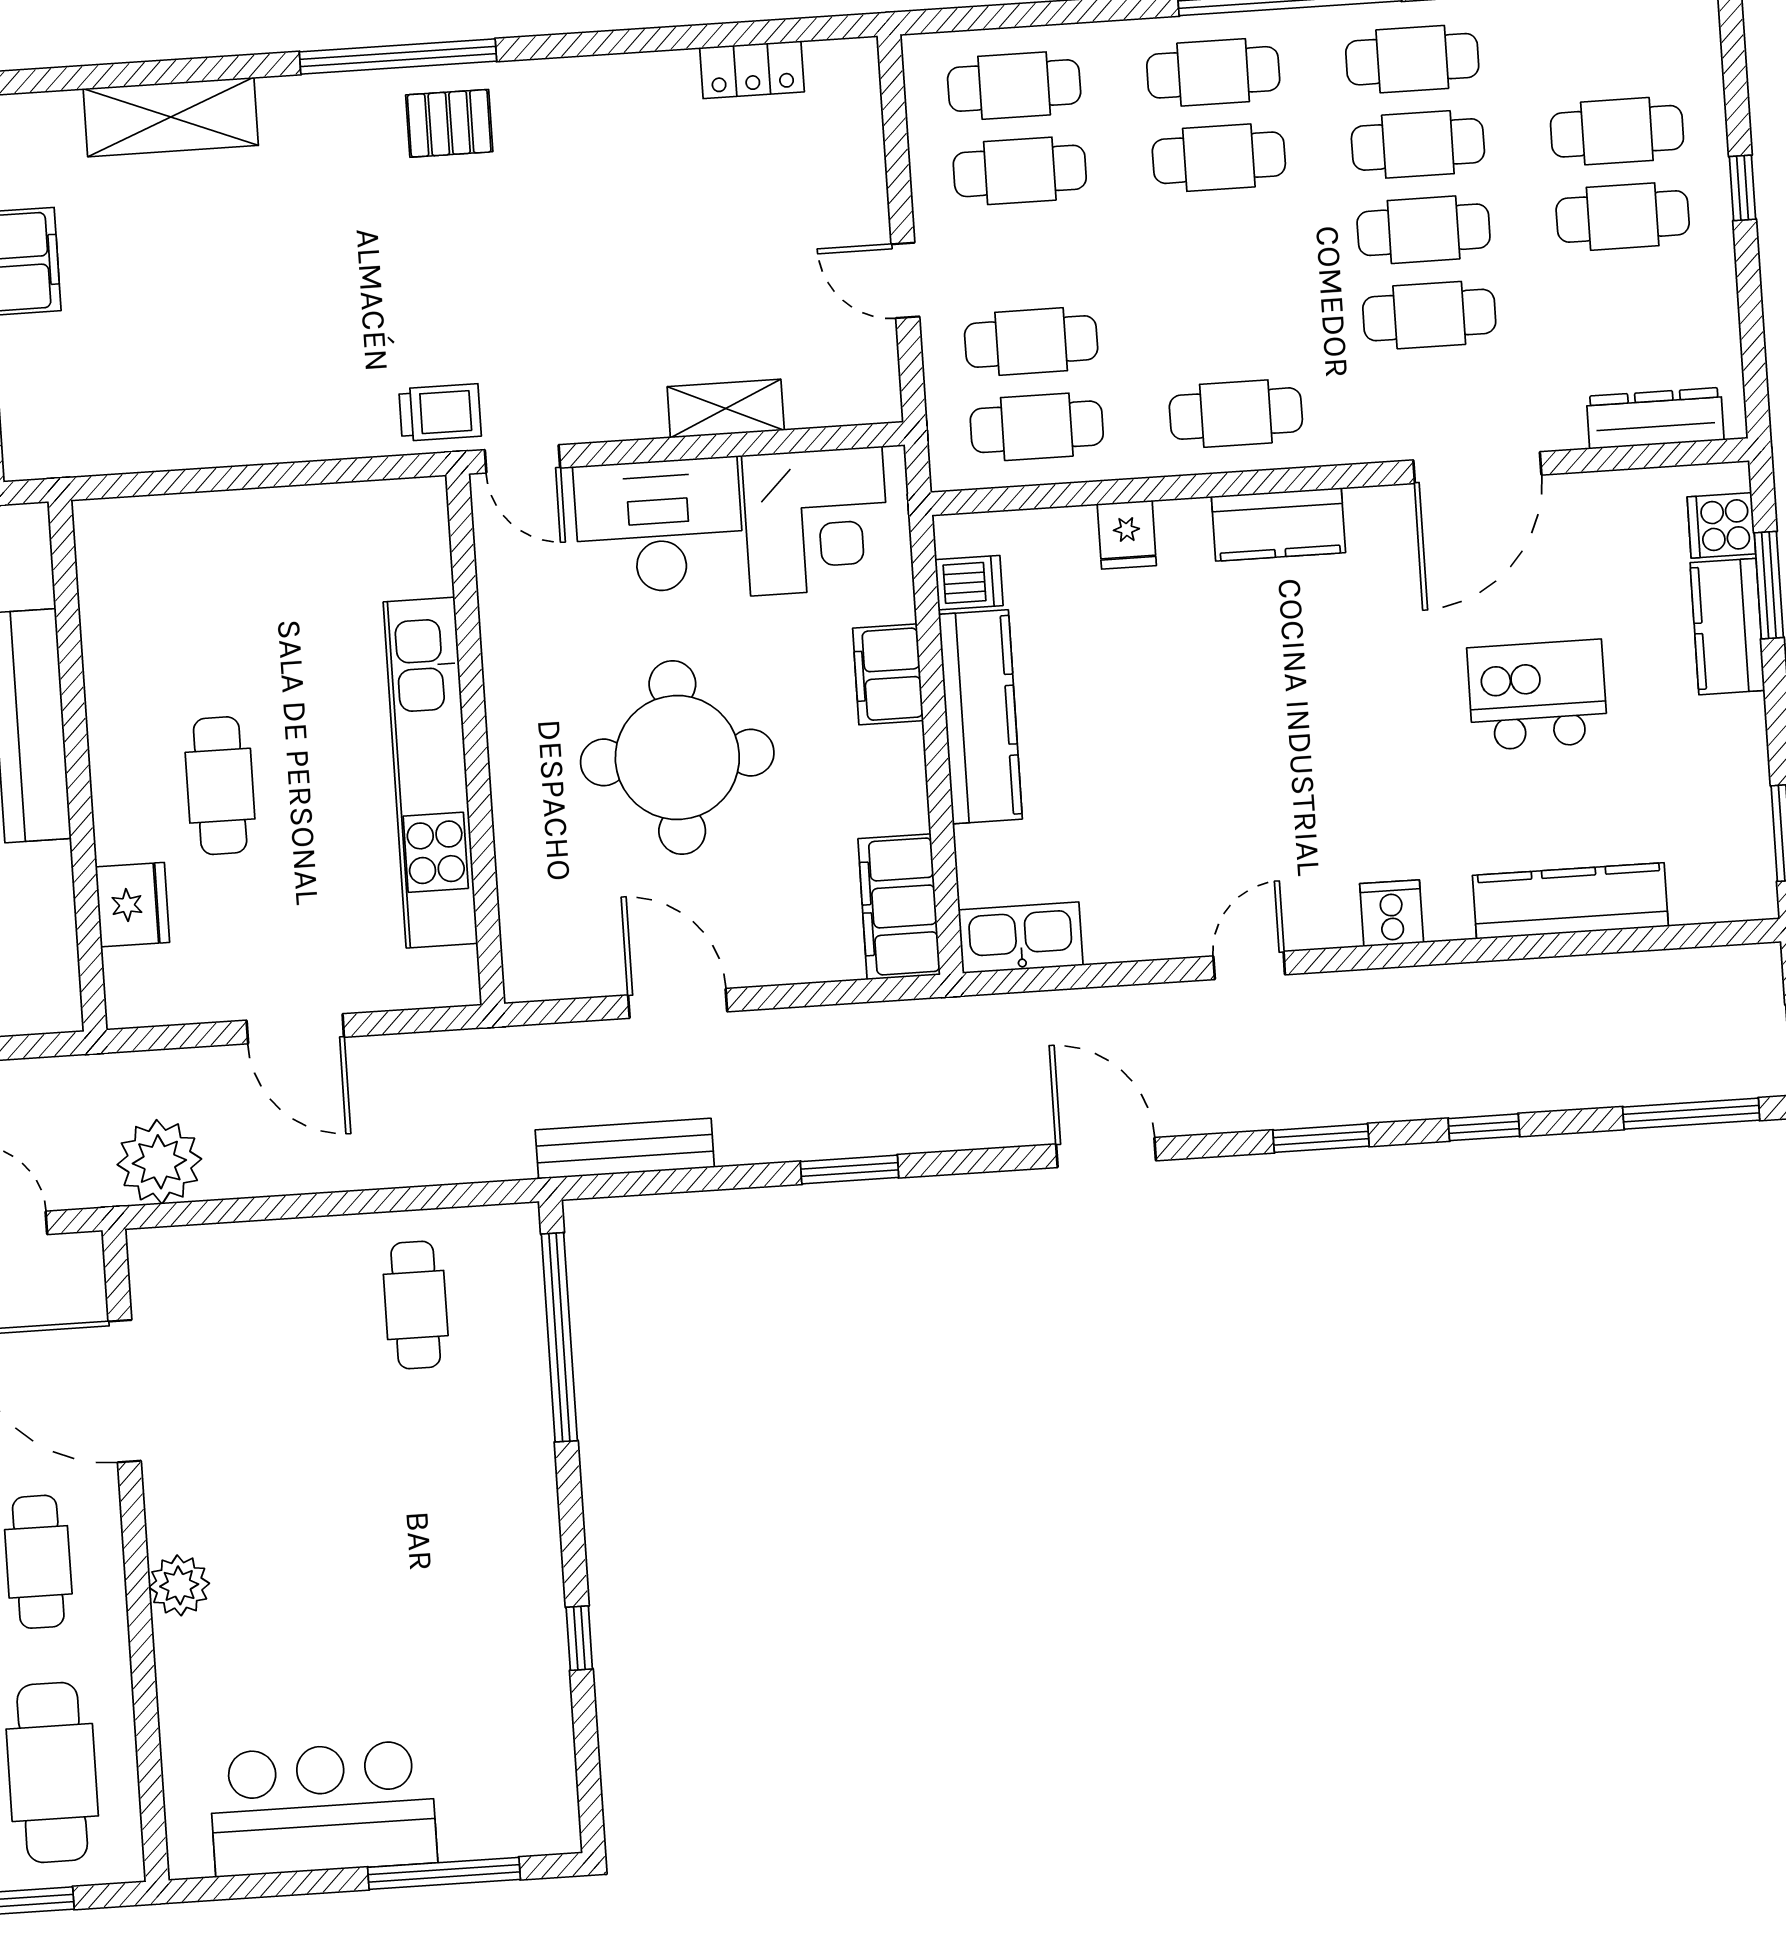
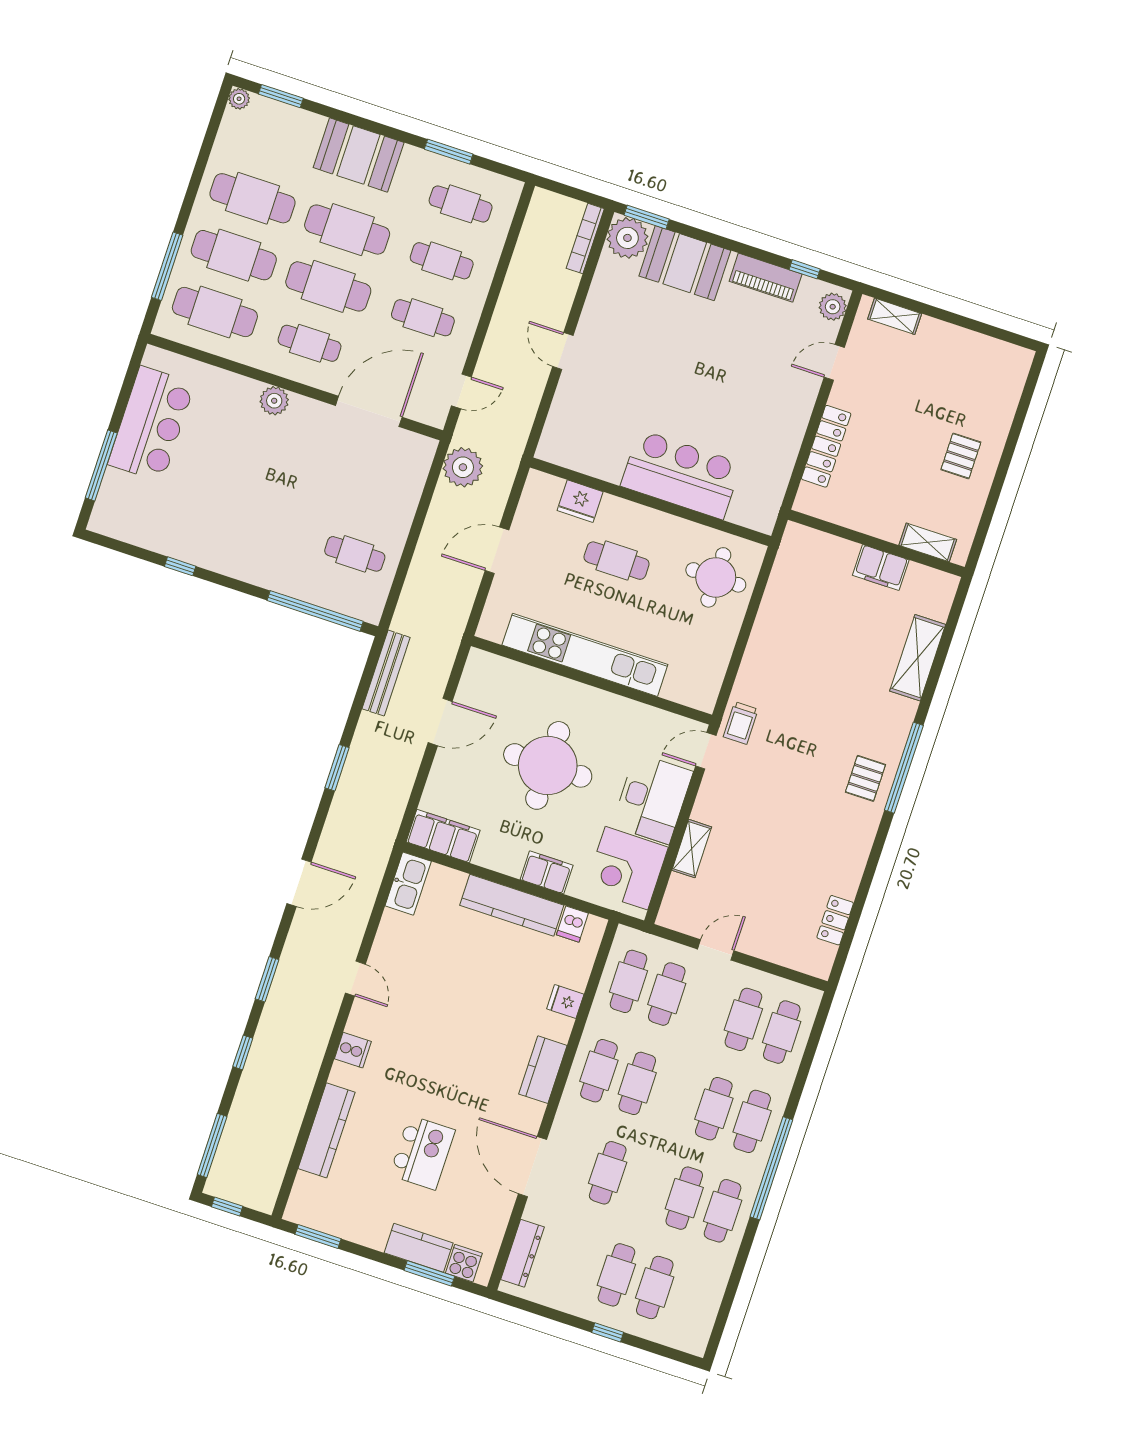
cafe table: (1424, 230) -> (637, 1083), moved
round table: (174, 577) -> (716, 577), added

